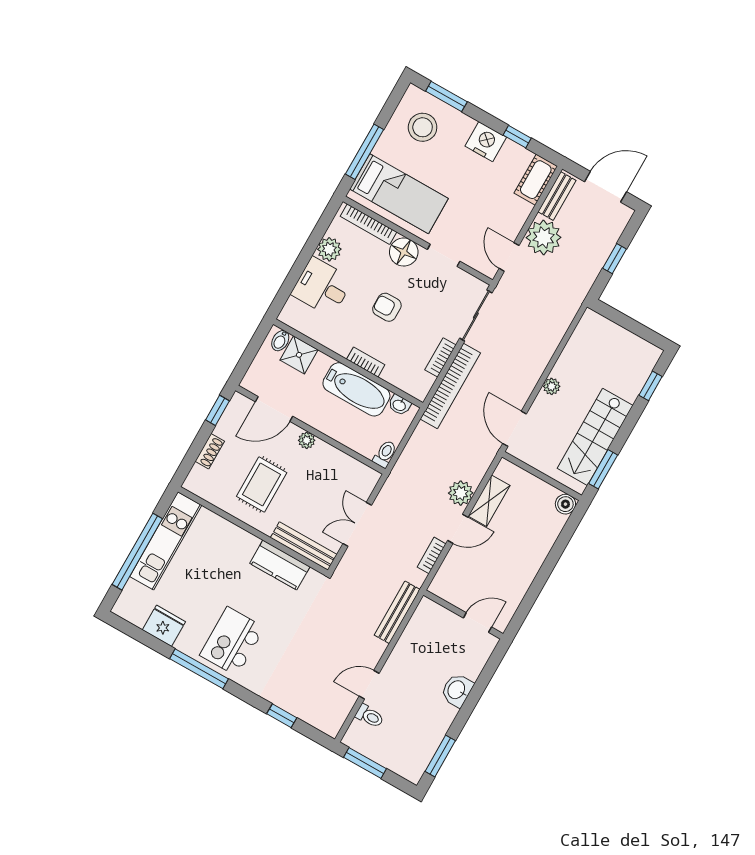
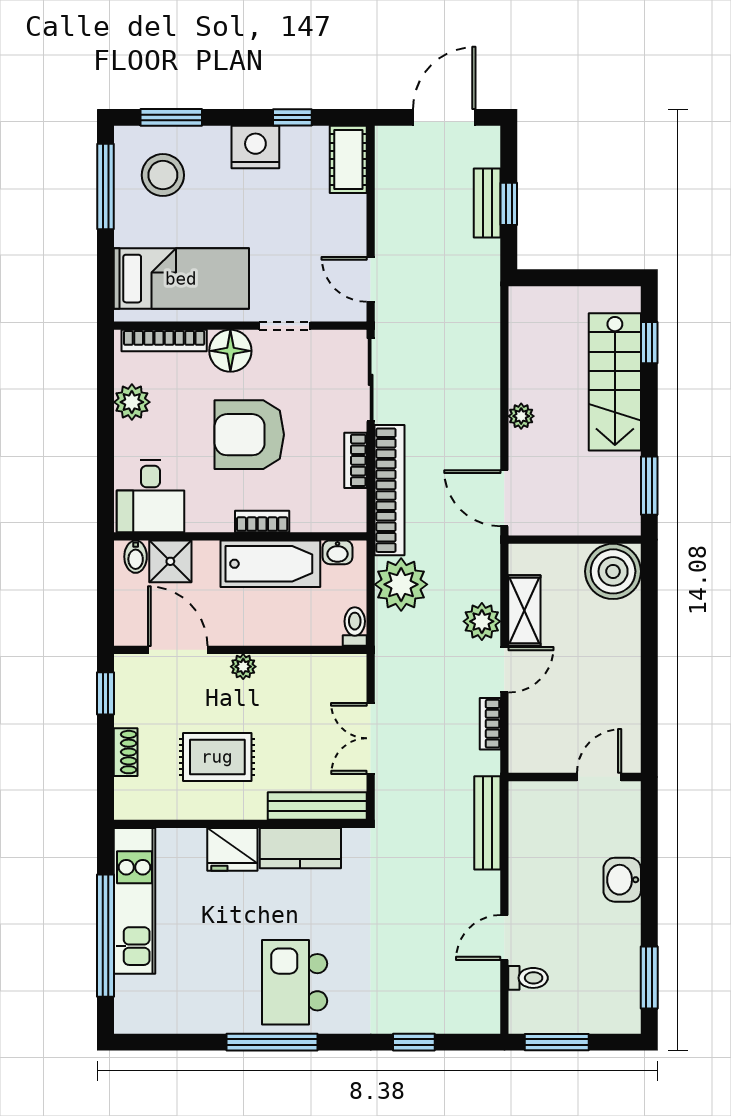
window: (365, 152) -> (106, 187), moved
bench: (557, 196) -> (487, 203), moved
plant: (544, 237) -> (401, 584), moved
desk: (322, 287) -> (150, 496), moved, turned -90
armchair: (387, 307) -> (249, 435), width x1.88, depth x1.88
door: (274, 409) -> (178, 650), swing flipped
stairs: (595, 437) -> (615, 382), moved
rug: (262, 484) -> (217, 757), turned 90
boiler: (565, 504) -> (613, 571), width x1.86, depth x1.86
fridge: (164, 626) -> (232, 849), moved, turned 180

